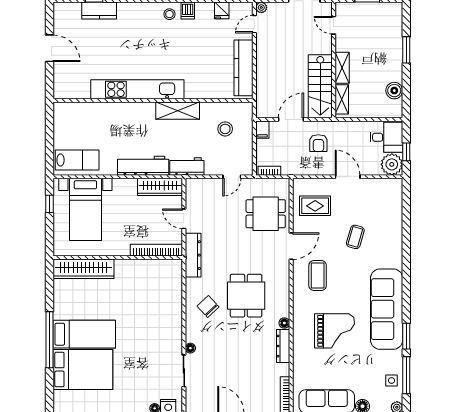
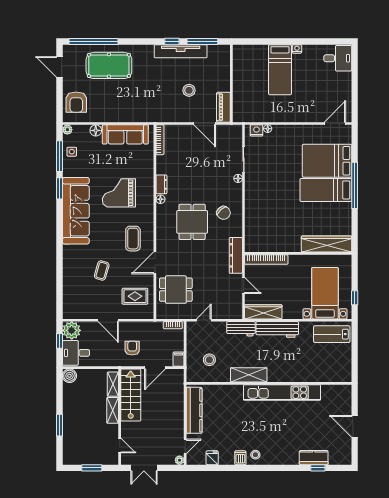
boiler: (394, 91) -> (69, 376), moved
dresser: (283, 346) -> (161, 184), width x0.70

